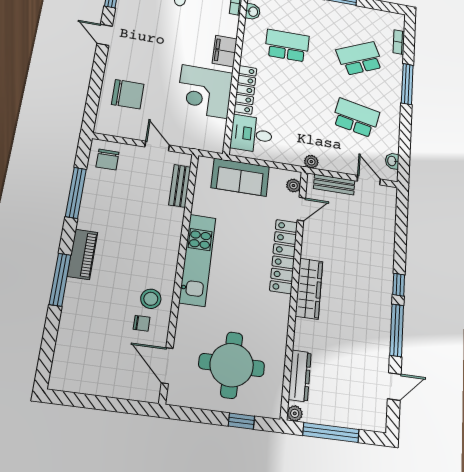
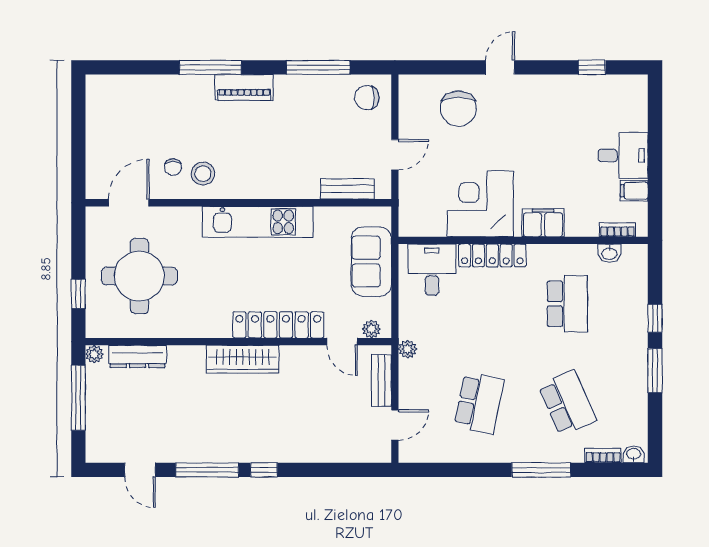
door: (105, 35) -> (500, 67), moved
washbasin: (392, 161) -> (634, 454), moved

